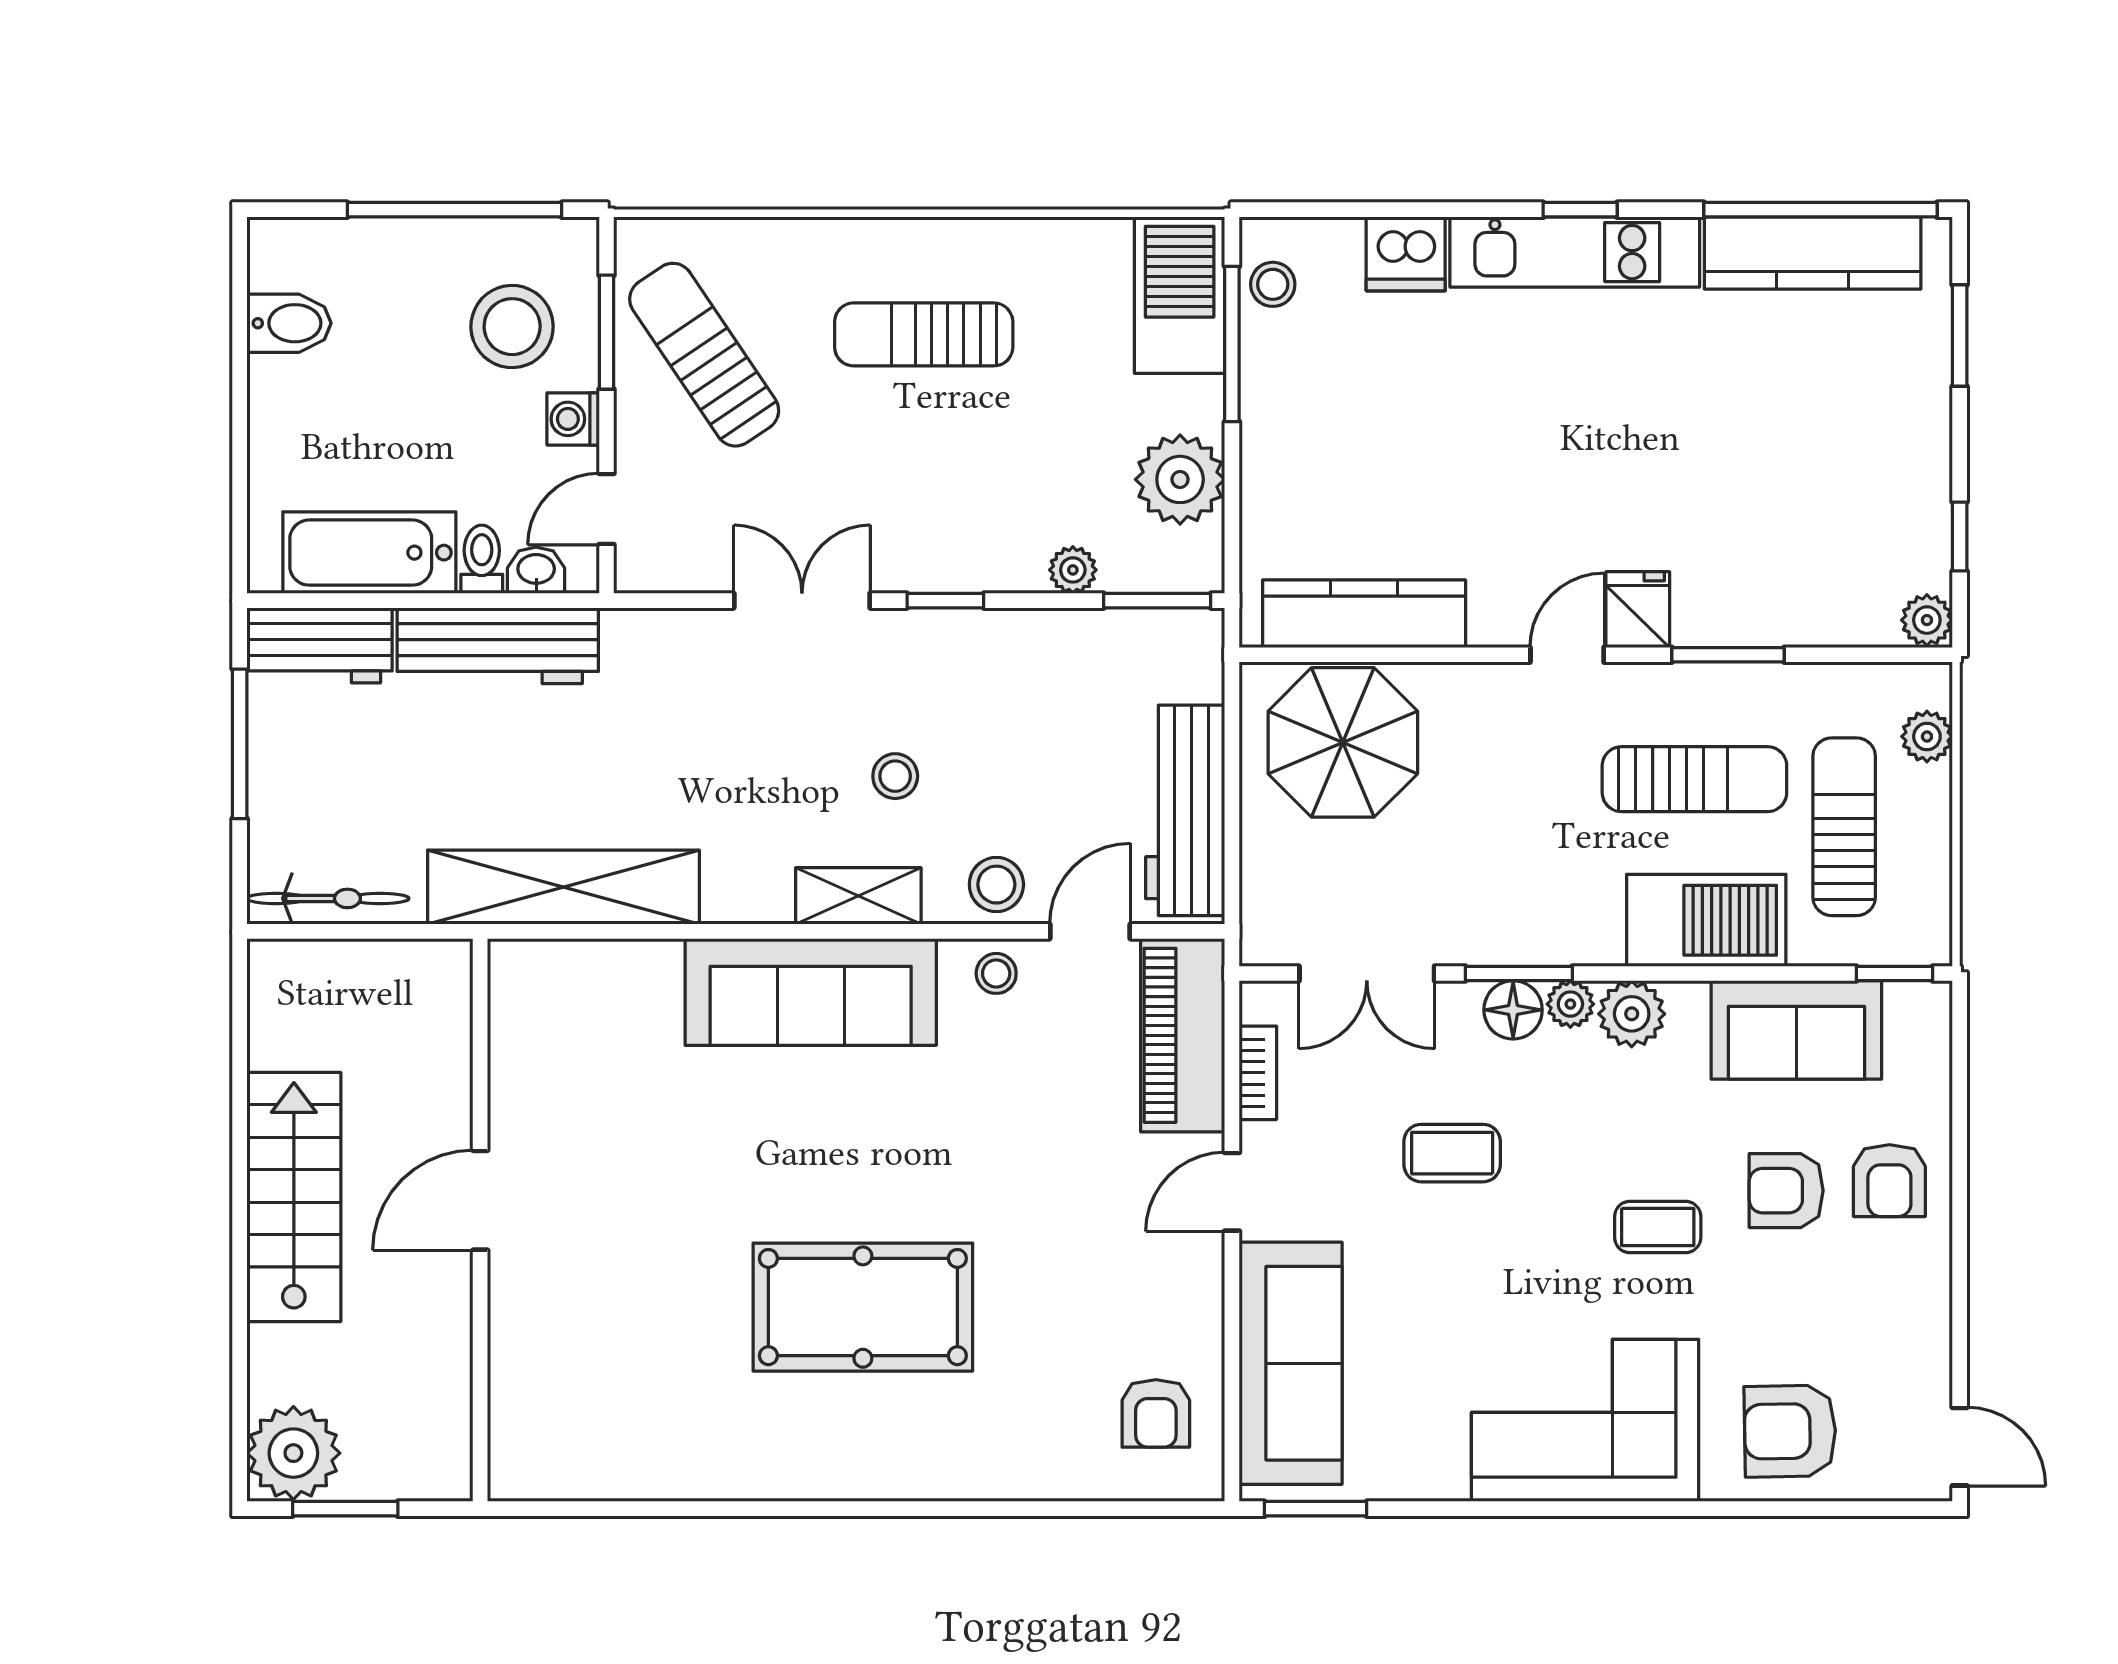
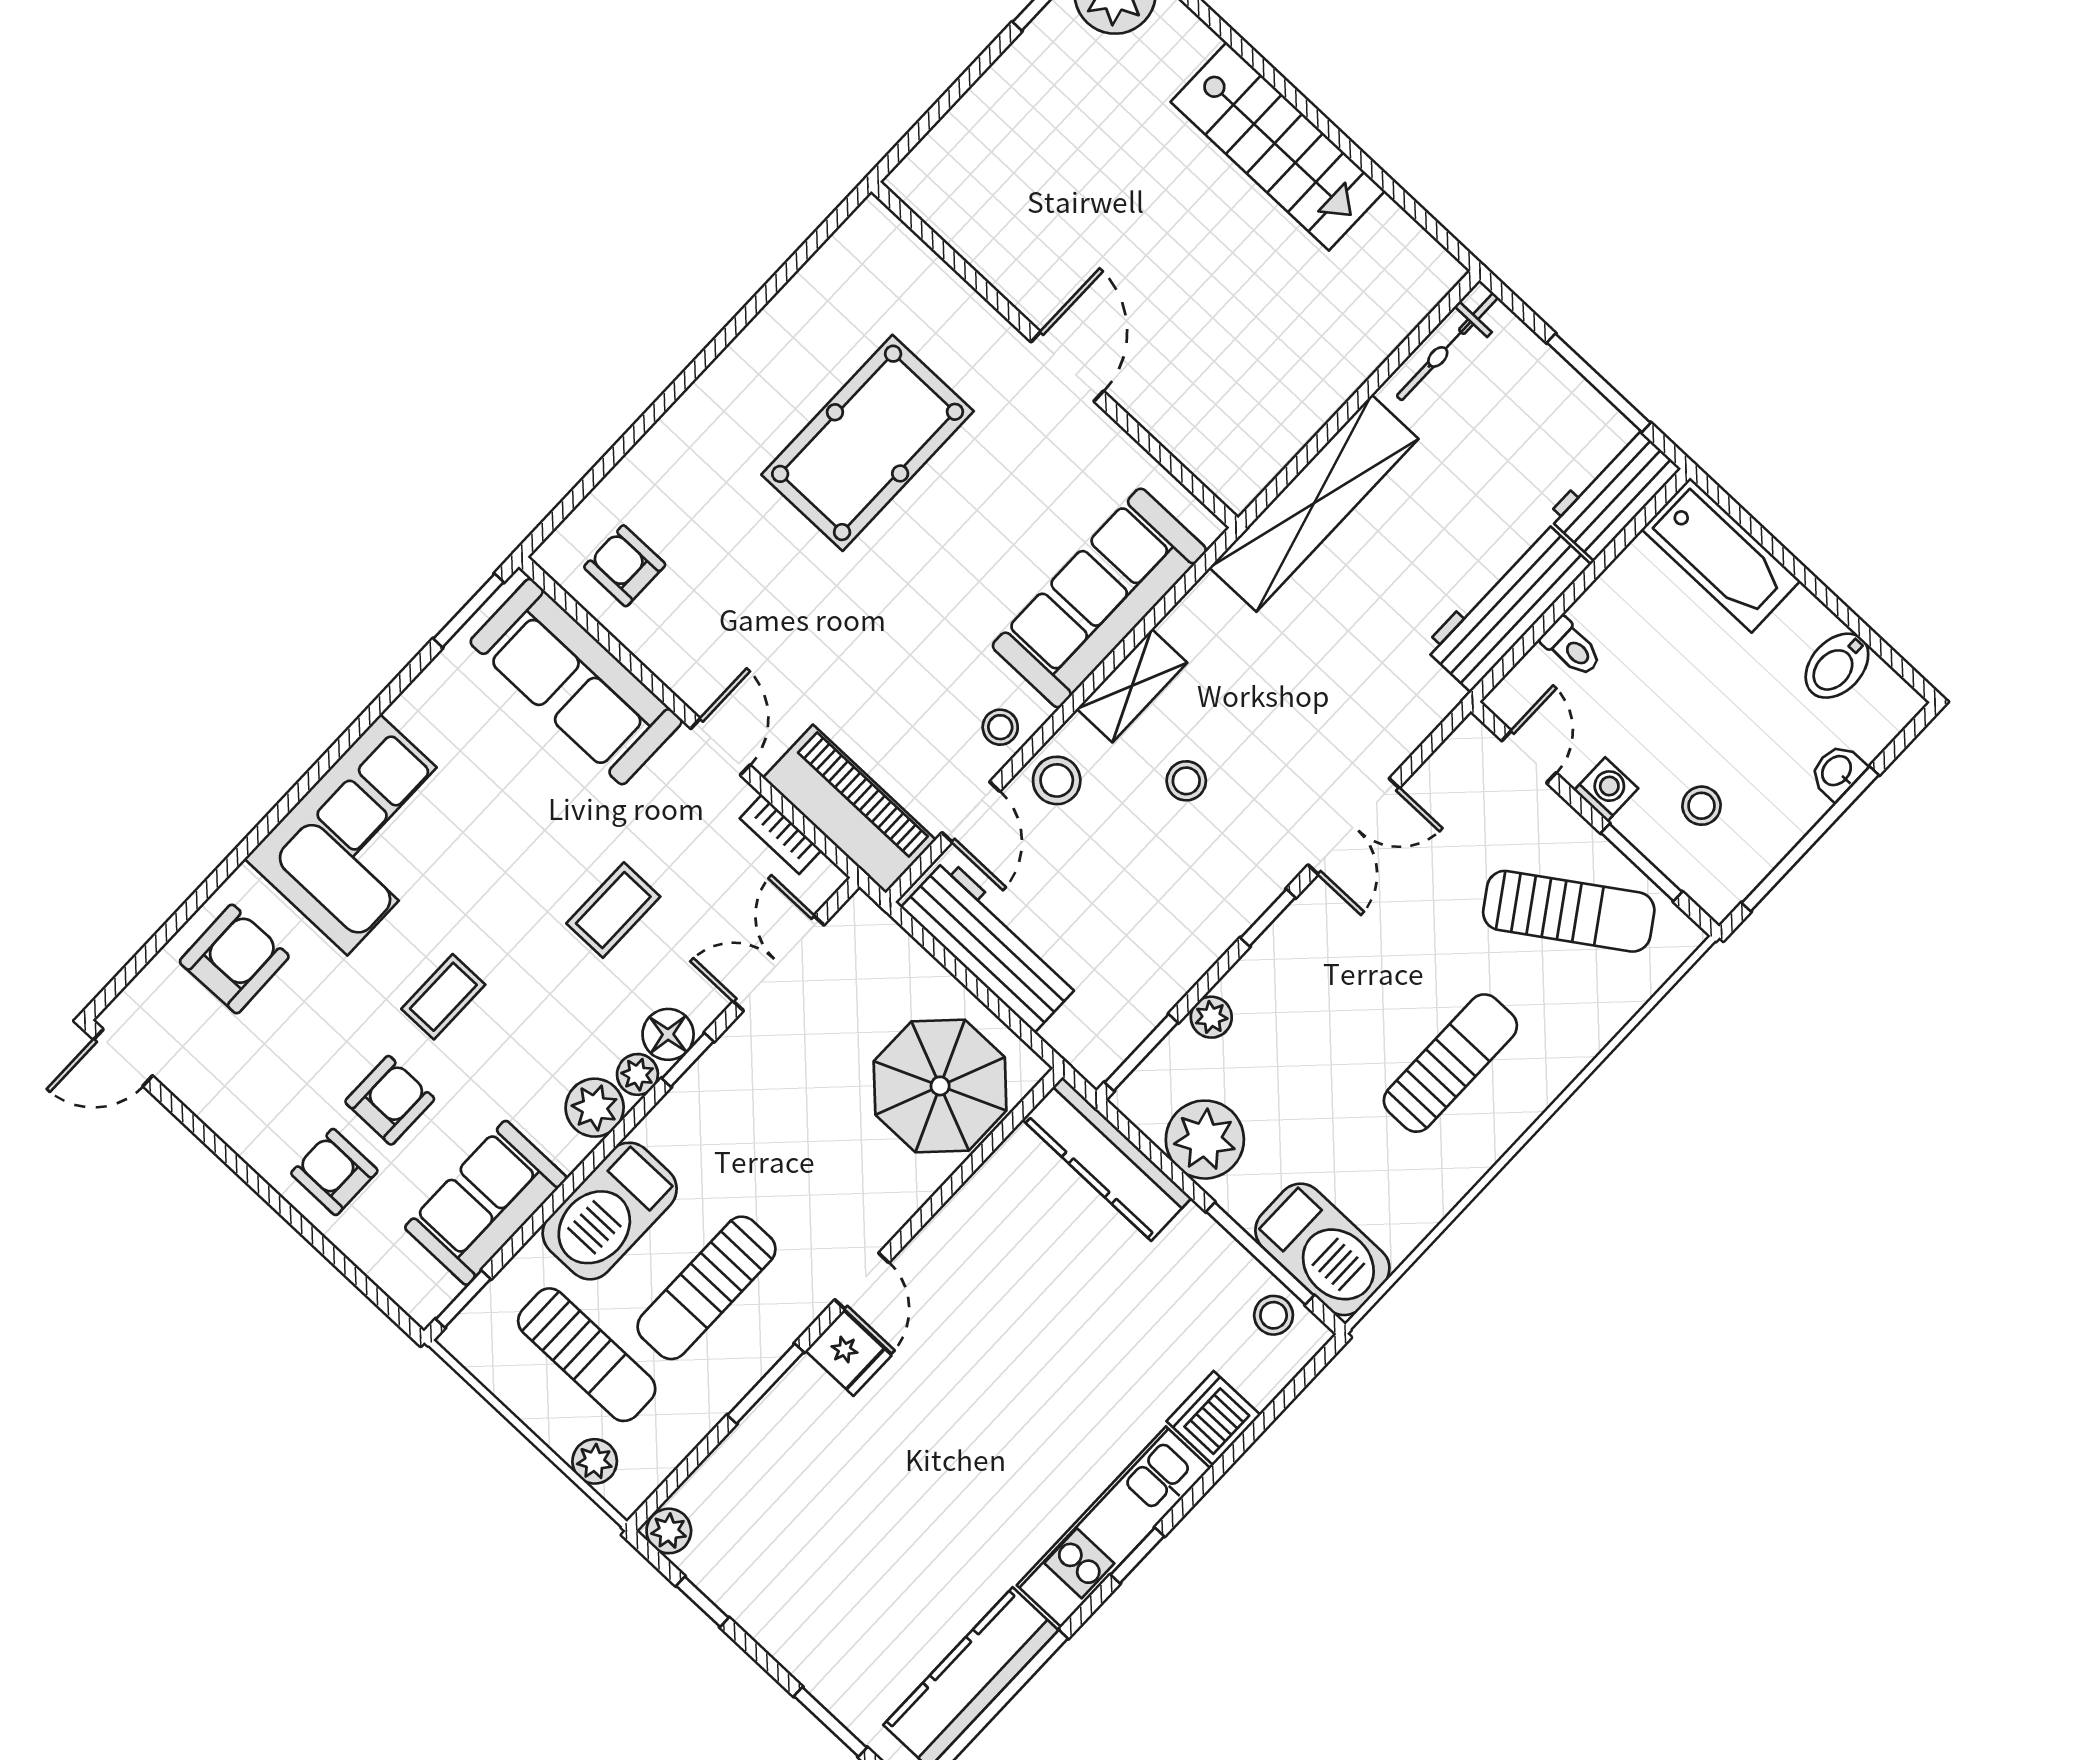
stool: (512, 327) -> (1701, 806), width x0.53, depth x0.53
bathtub: (369, 553) -> (1721, 555), moved, turned 90
washbasin: (536, 570) -> (1837, 771), moved, turned 180
kitchen counter: (1364, 614) -> (1107, 1159), moved, turned 90
window: (1519, 973) -> (688, 1060), width x0.67
door: (480, 1200) -> (1067, 366), moved
wall: (480, 1220) -> (1055, 355), moved

